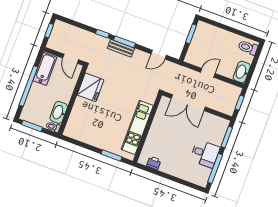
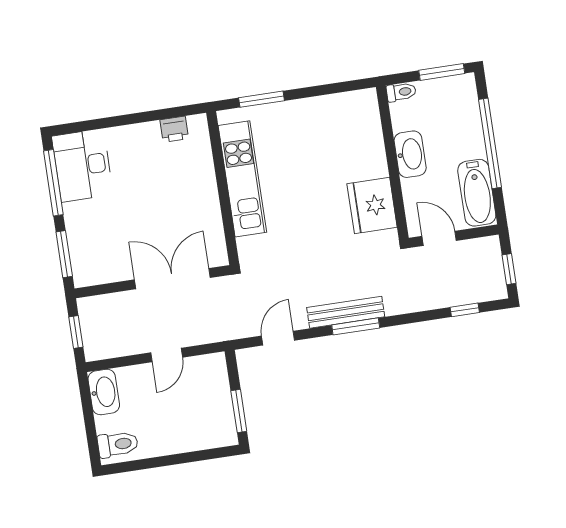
window: (102, 34) -> (465, 310), moved
bench: (121, 48) -> (346, 312), width x1.36
washbasin: (59, 112) -> (410, 154), moved
desk: (205, 154) -> (82, 165), moved, width x1.37

